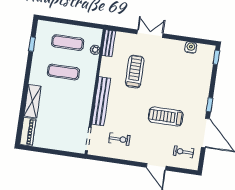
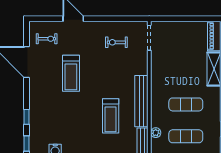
bench: (101, 101) -> (141, 101), moved
window: (210, 105) -> (27, 117), moved
treadmill: (166, 116) -> (71, 73), turned 90

